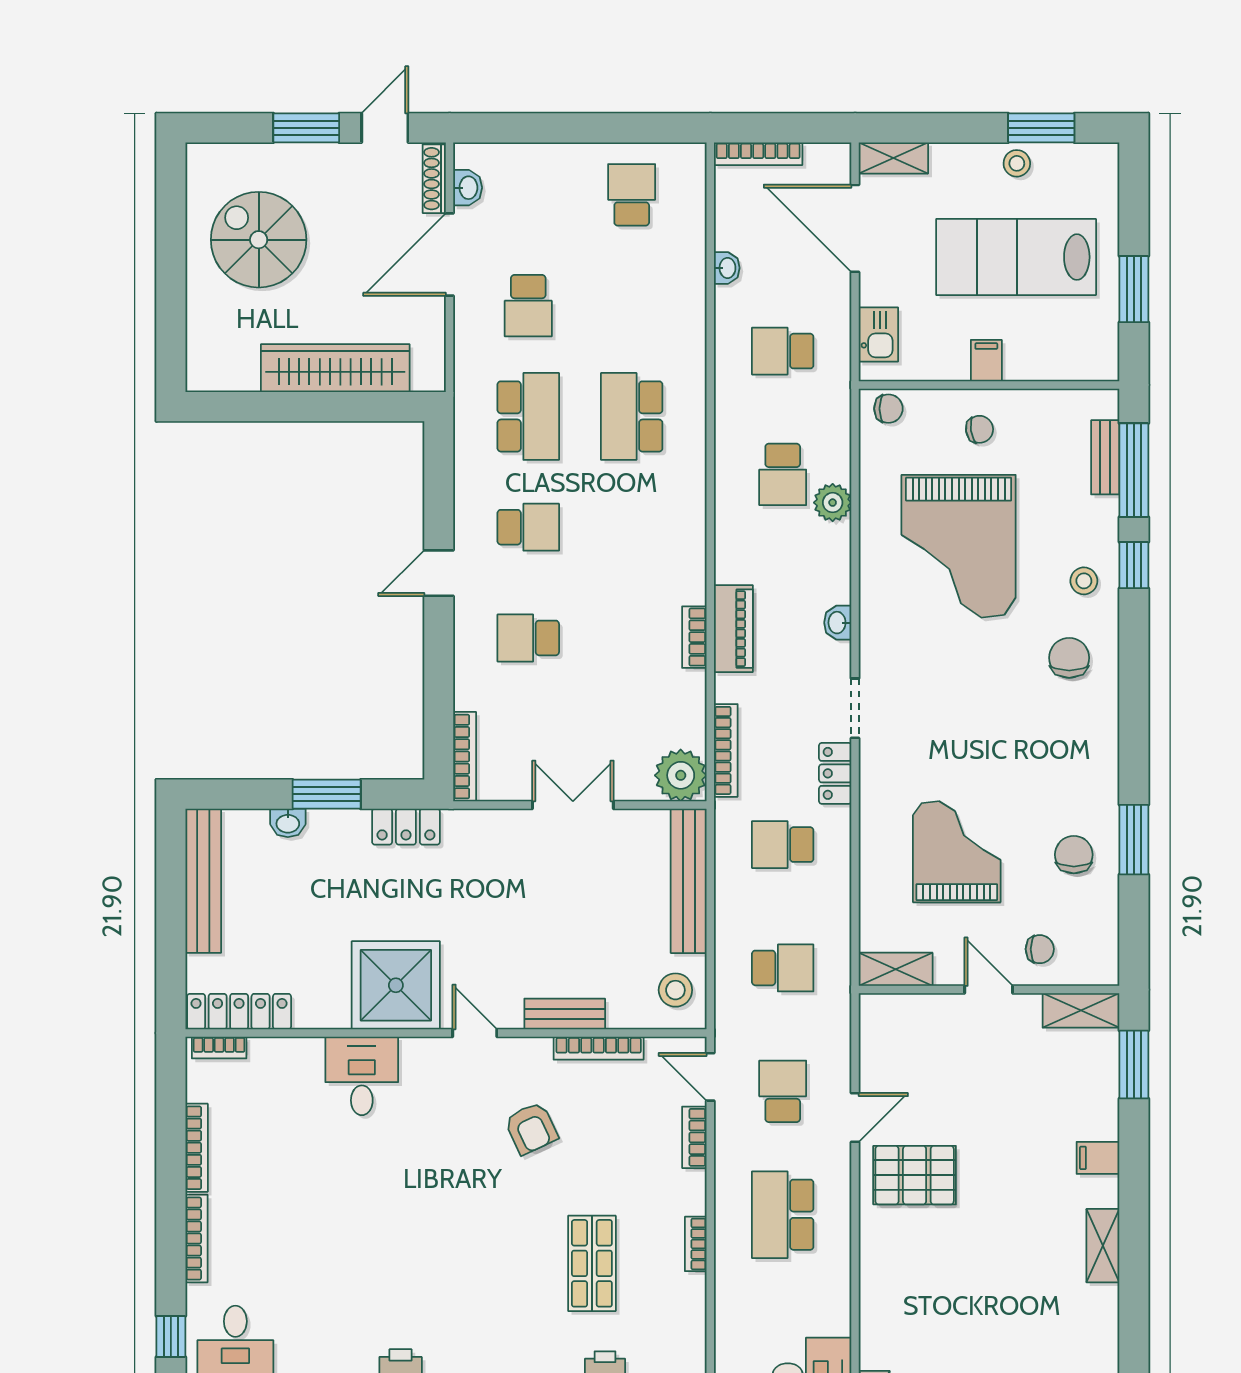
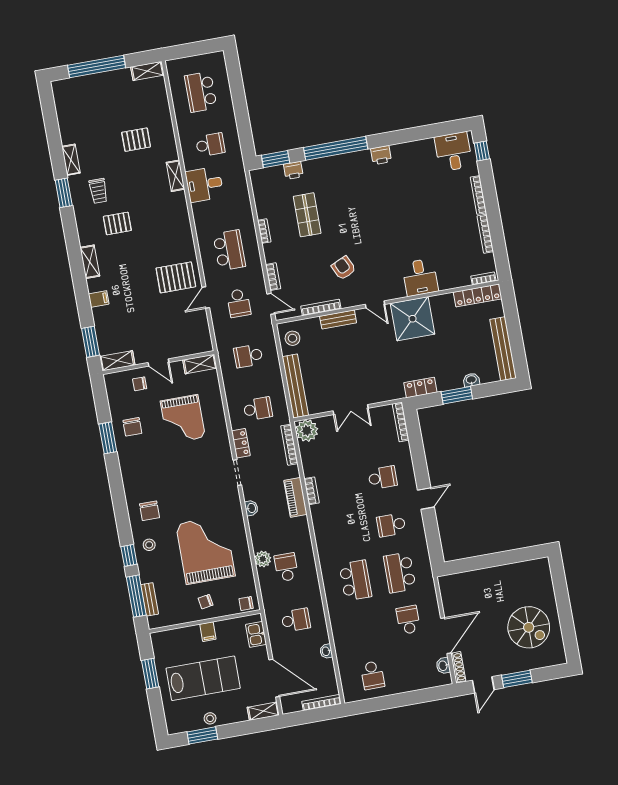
wardrobe: (335, 368) -> (486, 578), removed
pallet: (1025, 1321) -> (117, 223), added

